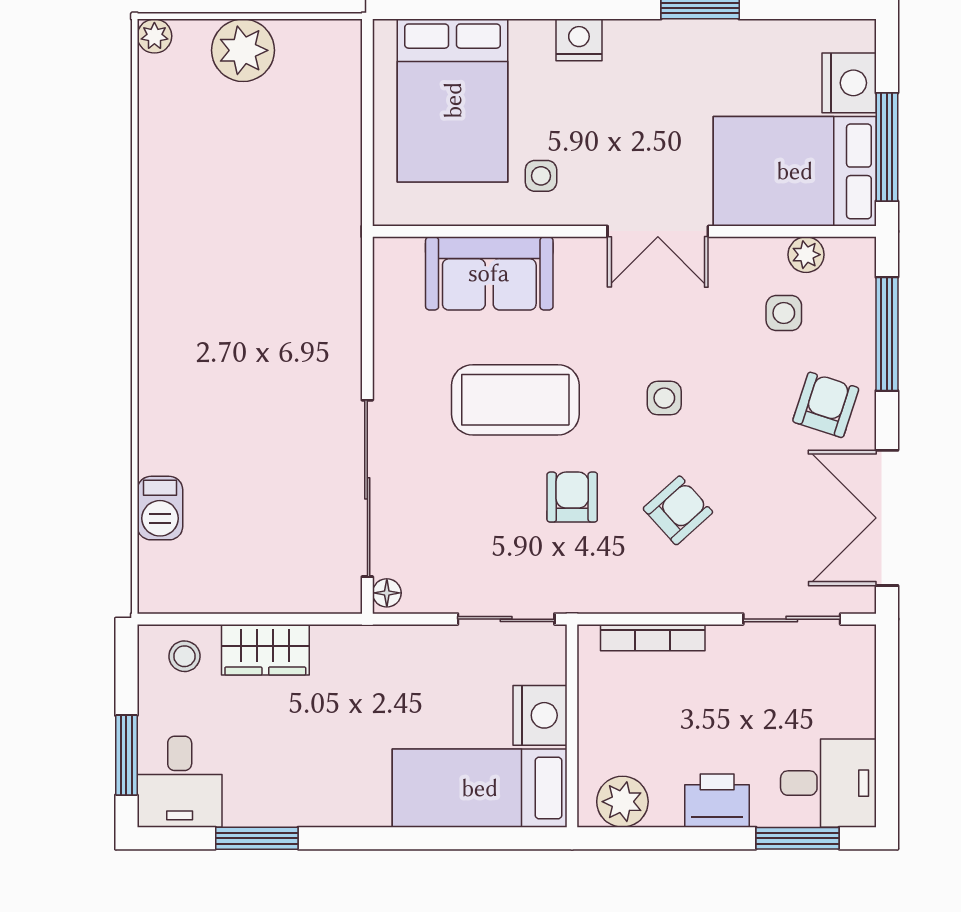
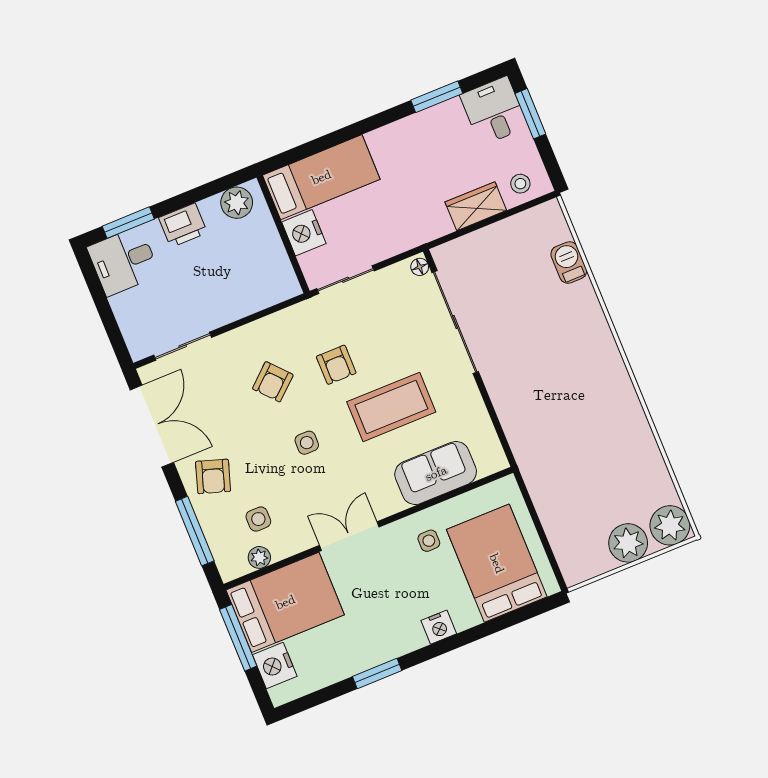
plant: (154, 36) -> (670, 525), width x1.88, depth x1.88
bookcase: (653, 638) -> (258, 303), removed

